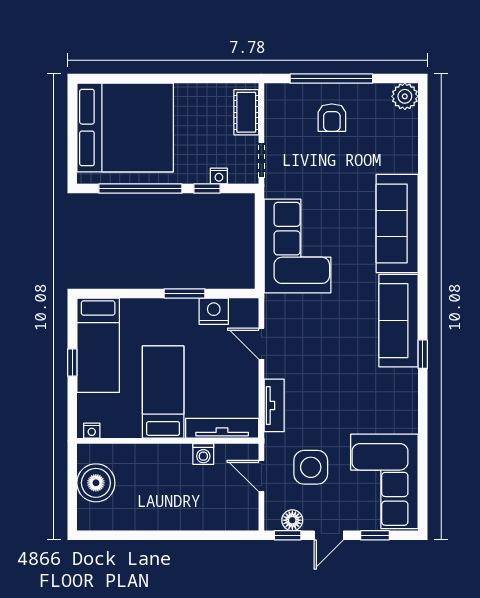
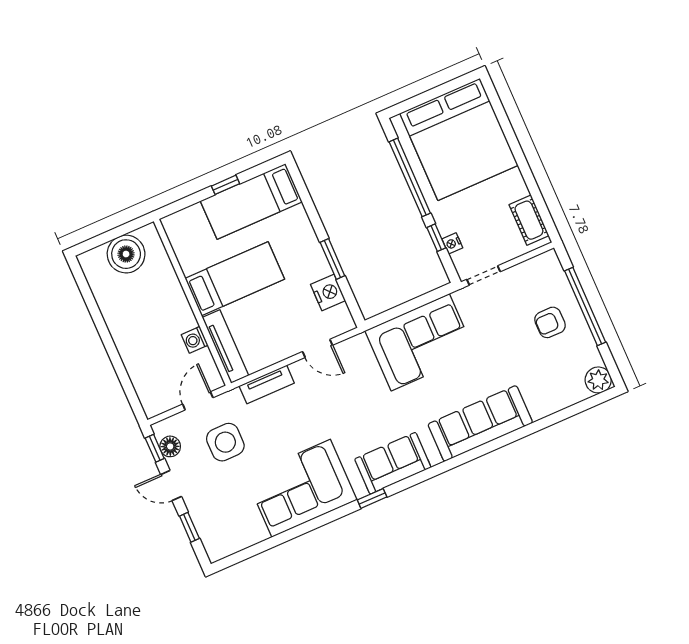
cot: (246, 112) -> (529, 220), moved, turned 90
sofa: (398, 321) -> (393, 463), width x0.73
door: (261, 344) -> (318, 348), swing flipped
nightstand: (92, 431) -> (172, 230), removed
corner sofa: (384, 481) -> (301, 488), moved

